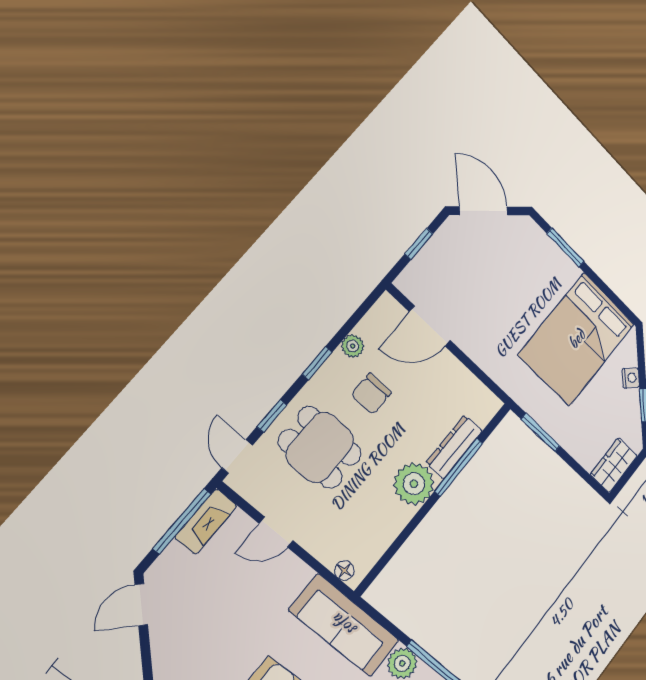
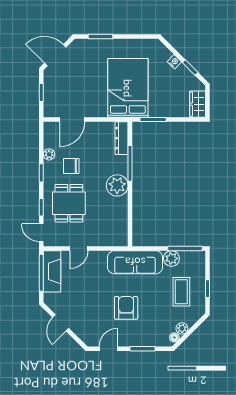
bed: (577, 339) -> (128, 88), moved, turned 180
chair: (371, 394) -> (71, 166), turned 90
dresser: (454, 447) -> (122, 138), moved
dining table: (320, 448) -> (69, 203), turned 90
fireplace: (206, 521) -> (52, 271), width x1.37, depth x1.32
floor lamp: (344, 571) -> (117, 241), removed
door: (141, 605) -> (61, 323), moved

